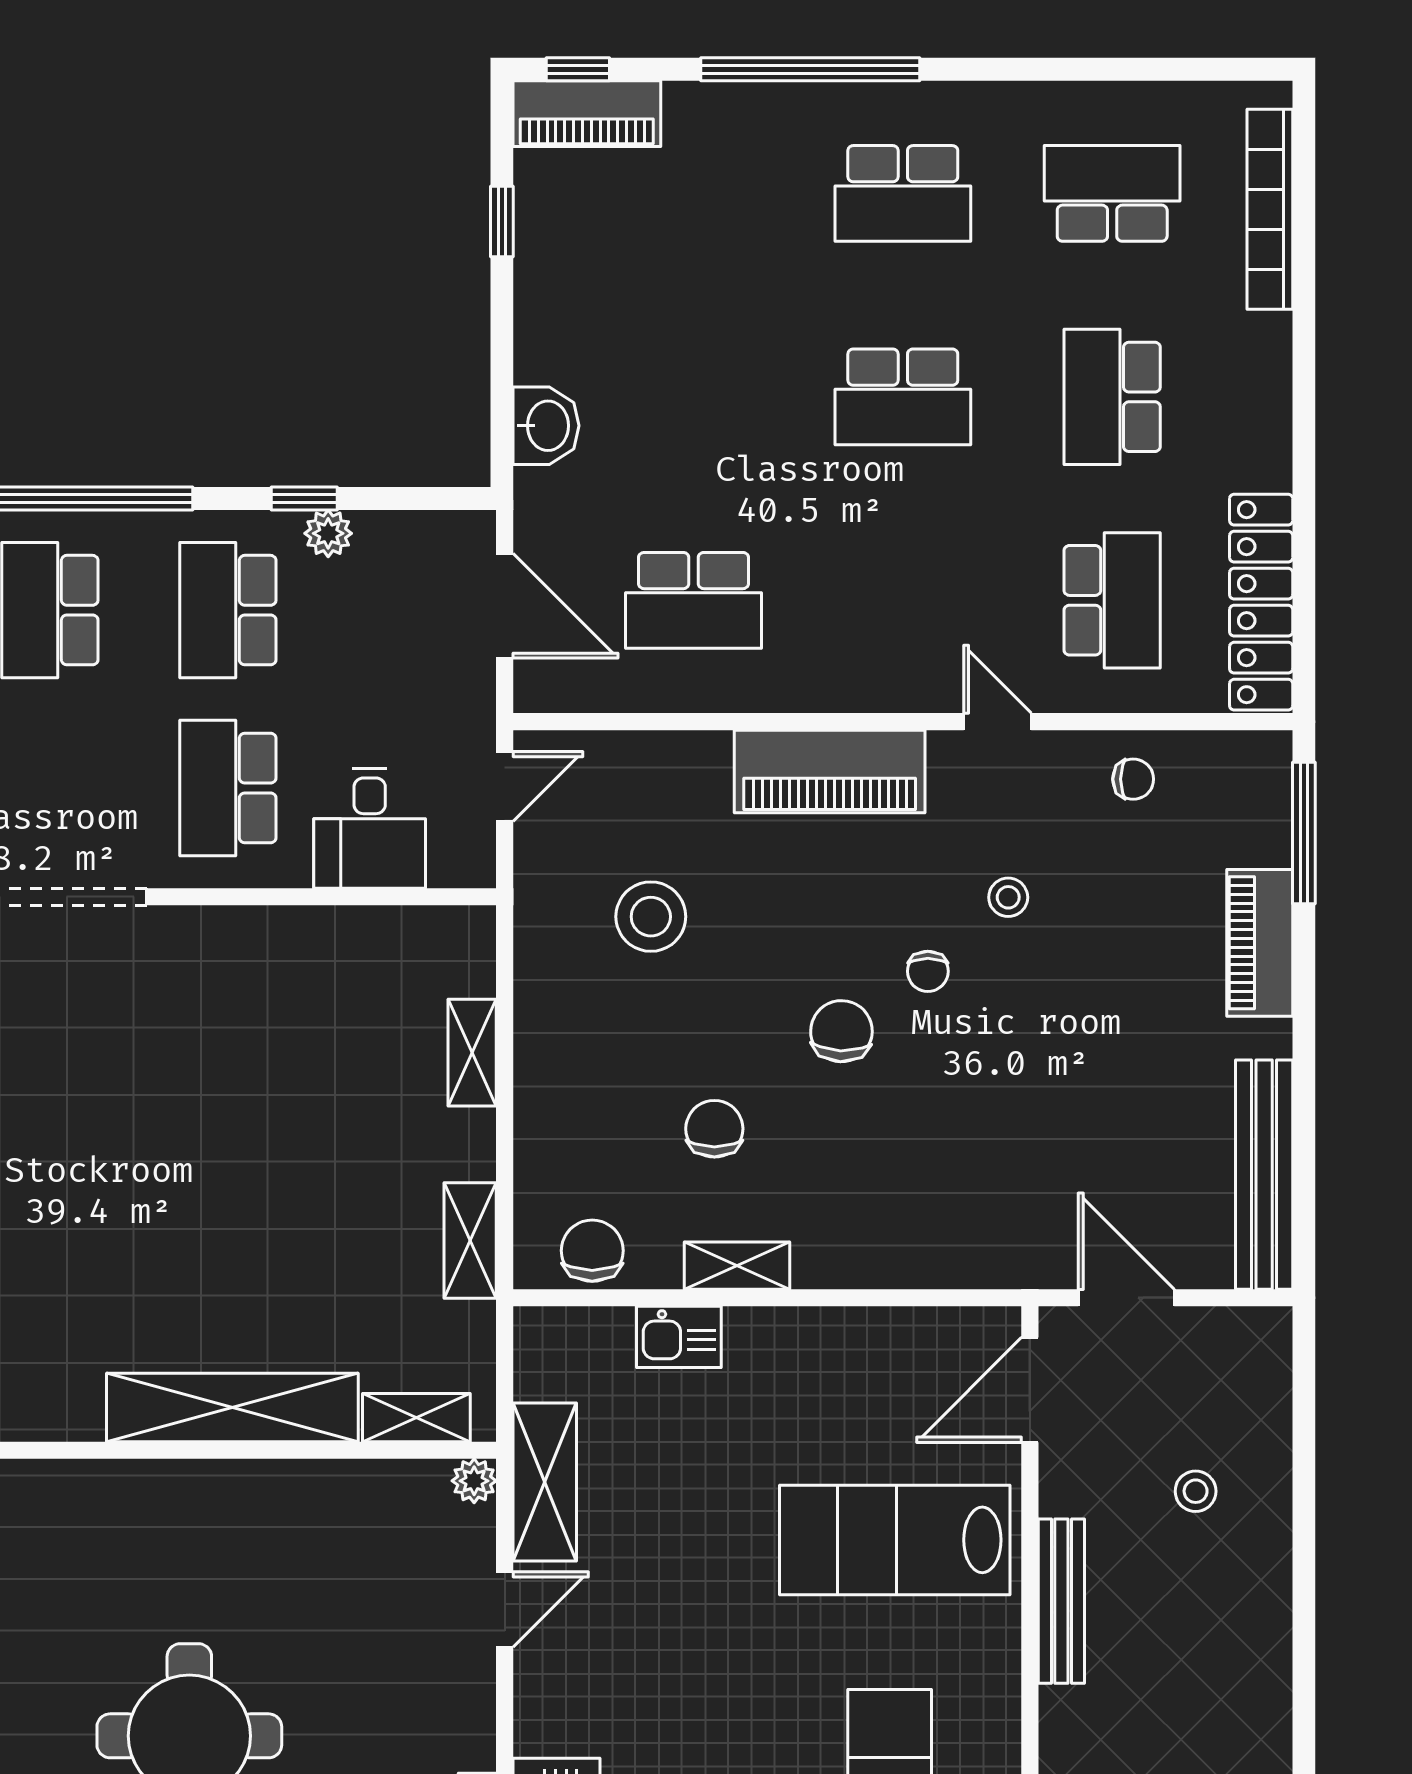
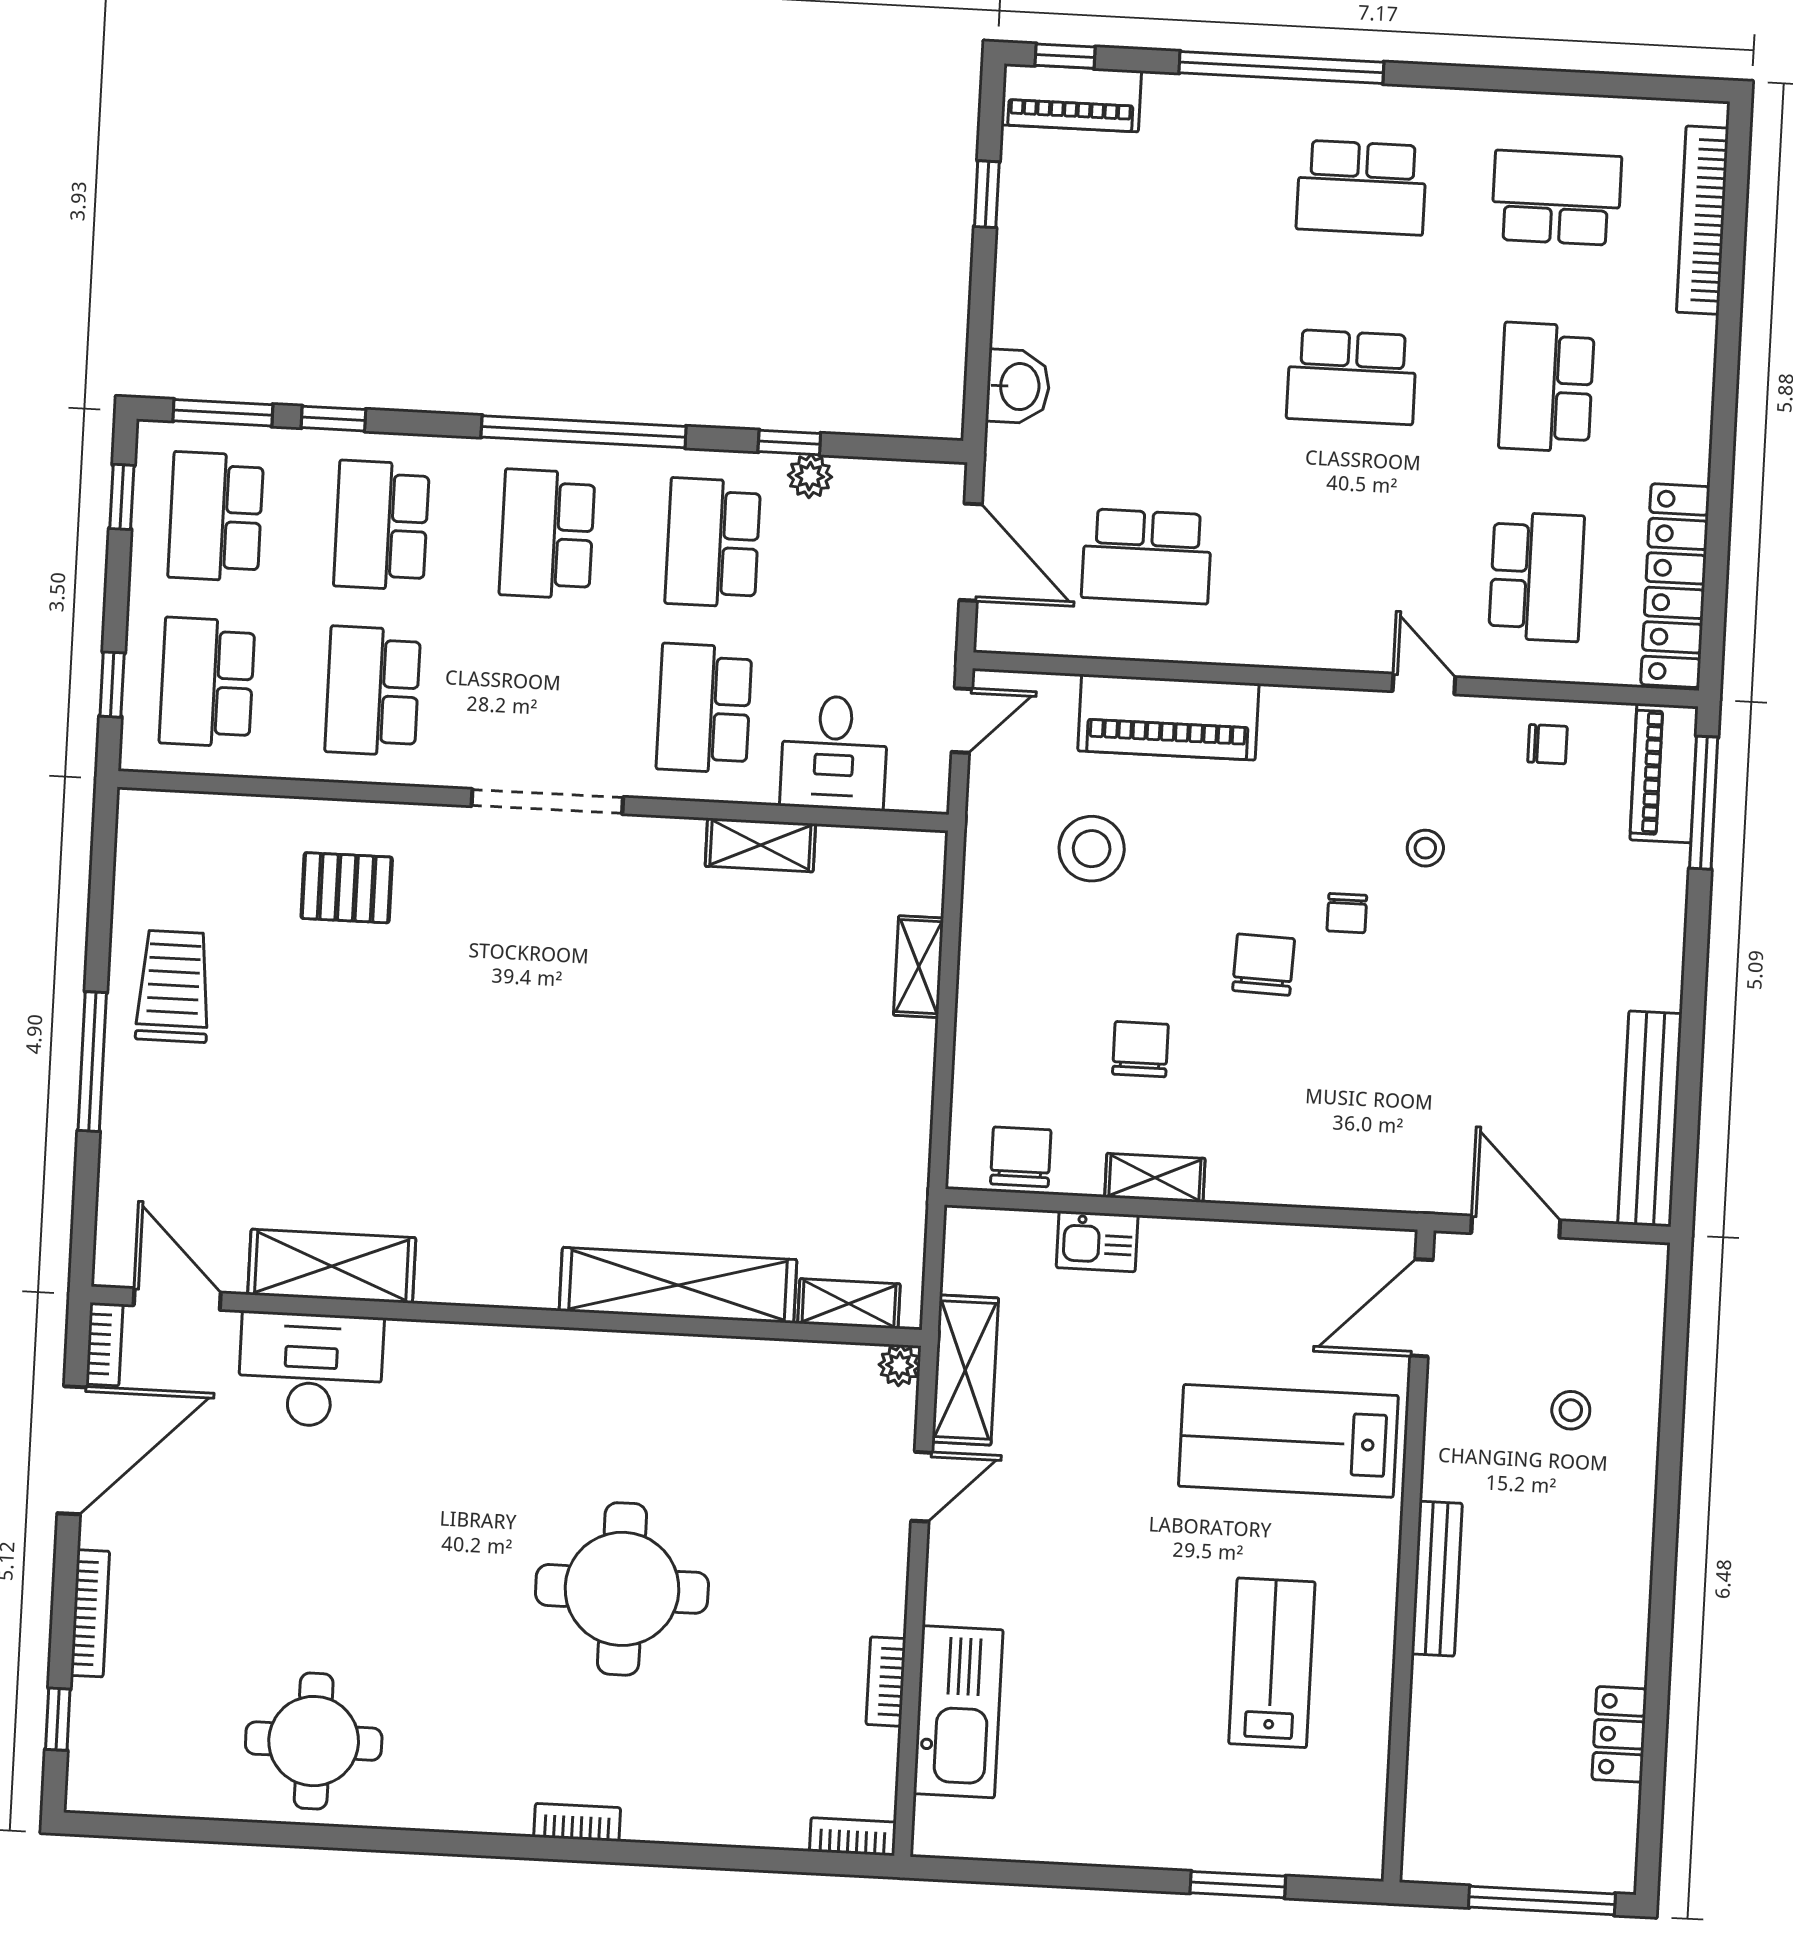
piano: (830, 771) -> (1168, 717), moved
piano: (1260, 943) -> (1664, 773), moved
shelving: (470, 1240) -> (760, 845), moved, turned 90
bench: (1061, 1601) -> (1437, 1579), moved

